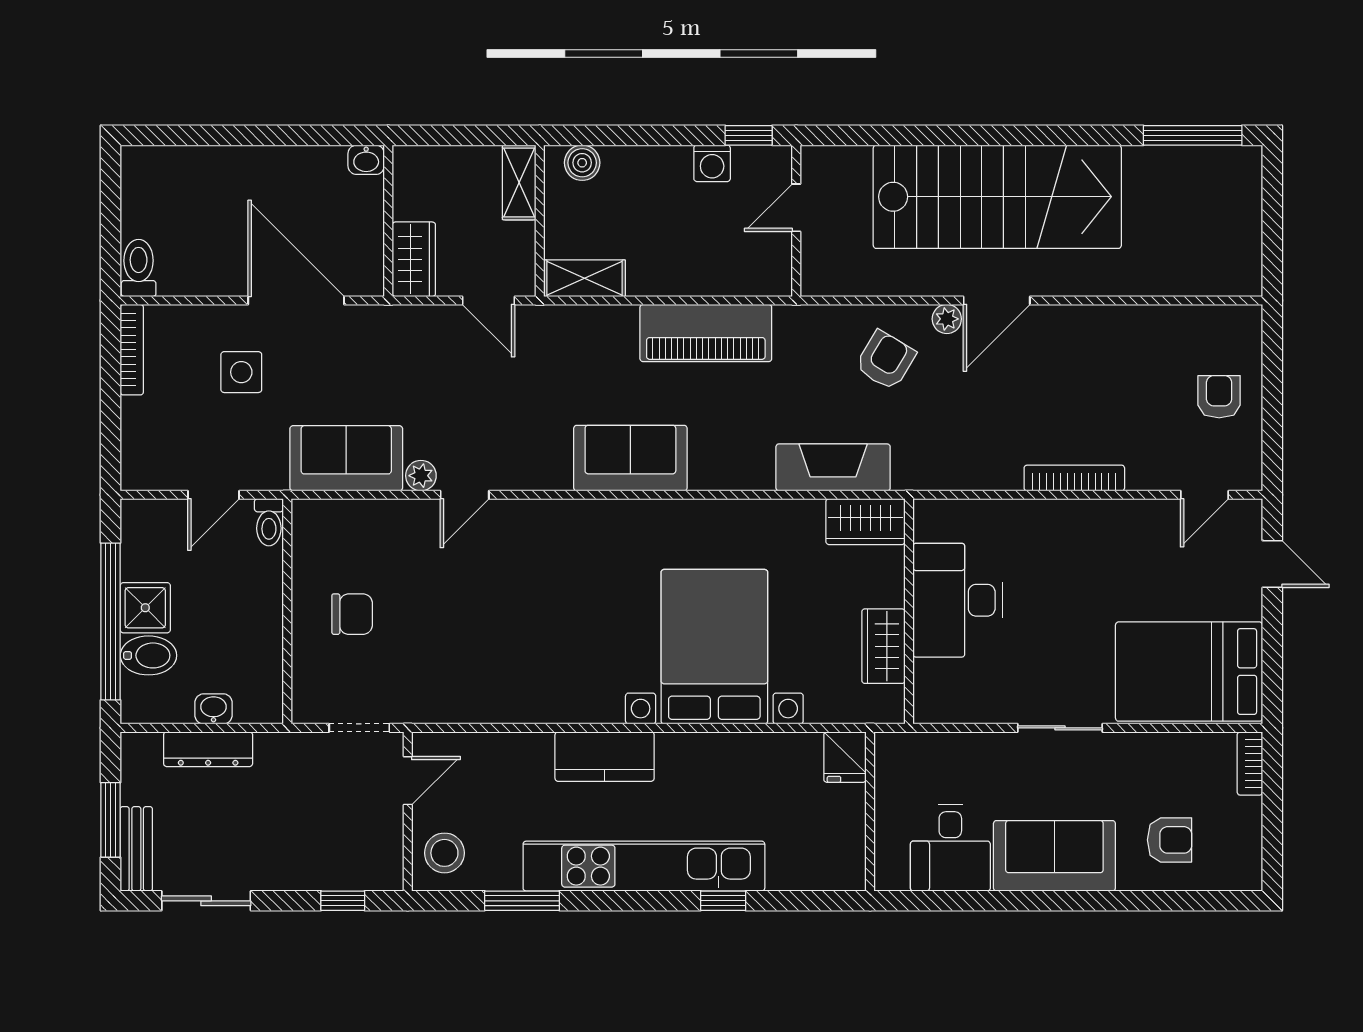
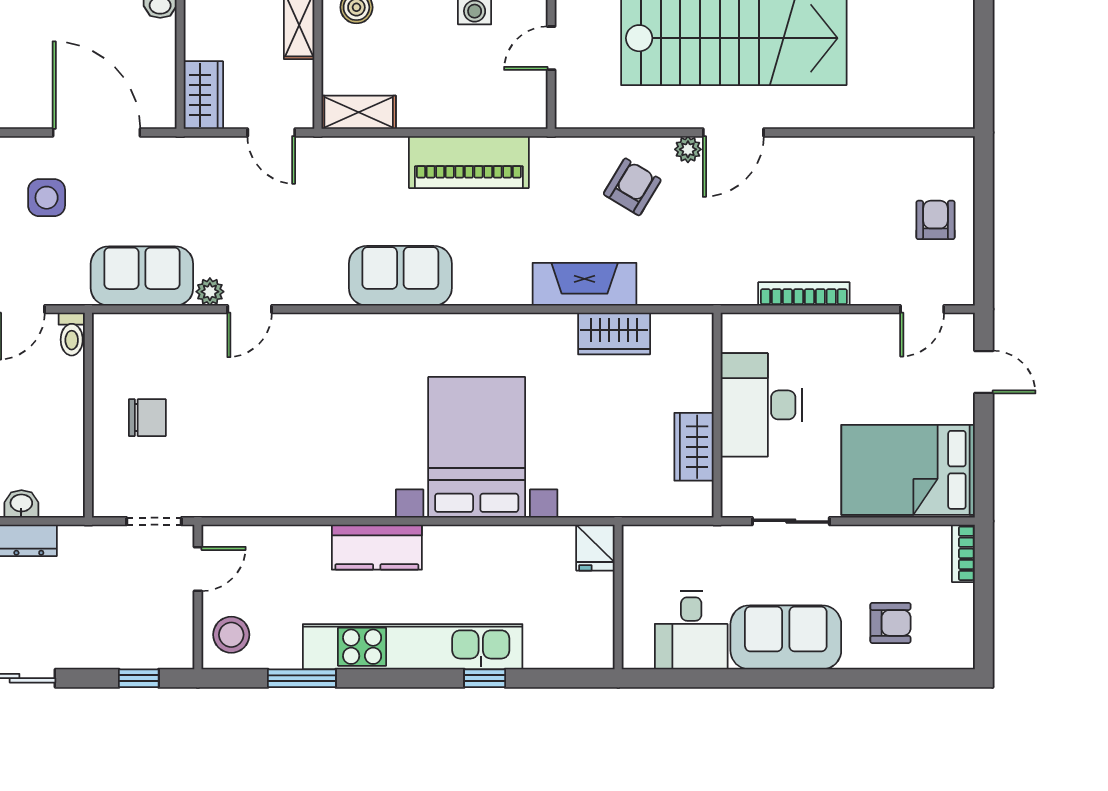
desk: (958, 600) -> (761, 405), moved
wall: (909, 611) -> (717, 415), moved
wardrobe: (883, 646) -> (694, 447), moved

